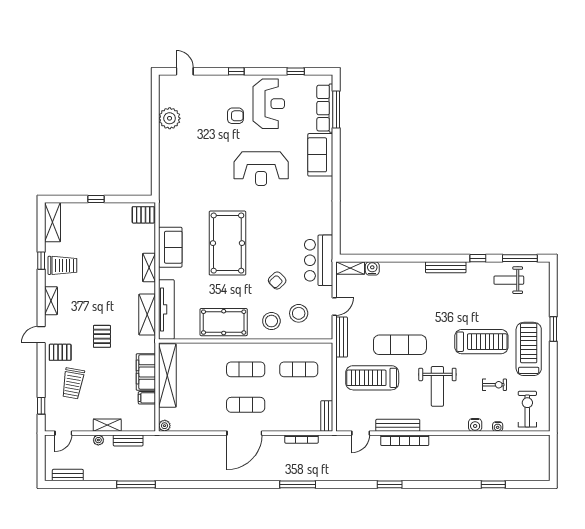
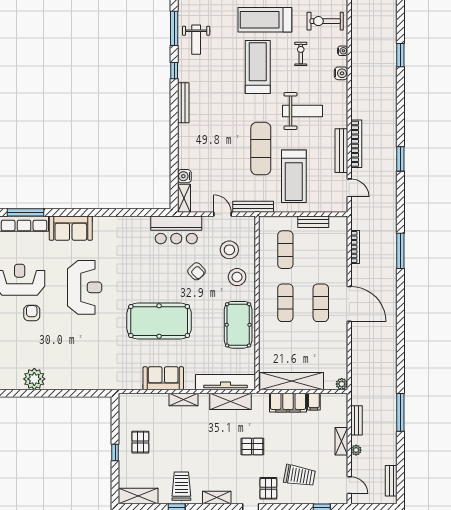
pallet: (143, 215) -> (140, 442), moved
bench: (327, 416) -> (313, 222), moved

